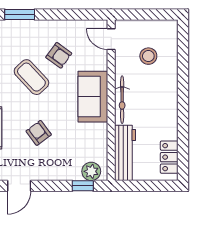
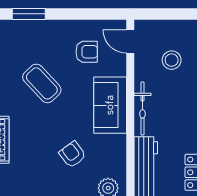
armchair: (59, 55) -> (87, 52), moved, turned -36
armchair: (39, 133) -> (73, 154), moved

